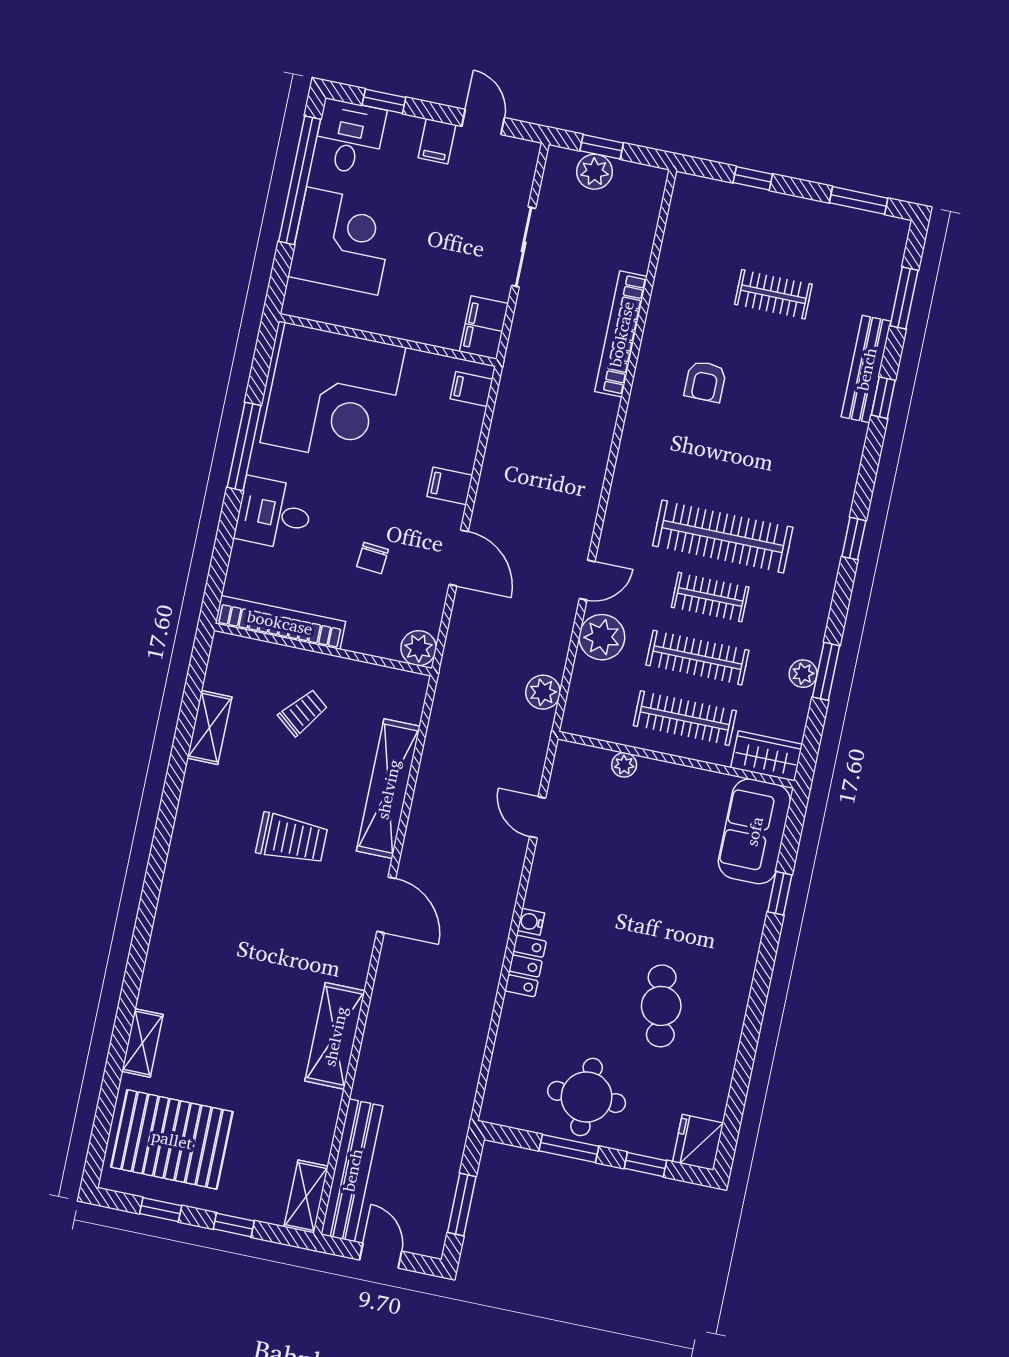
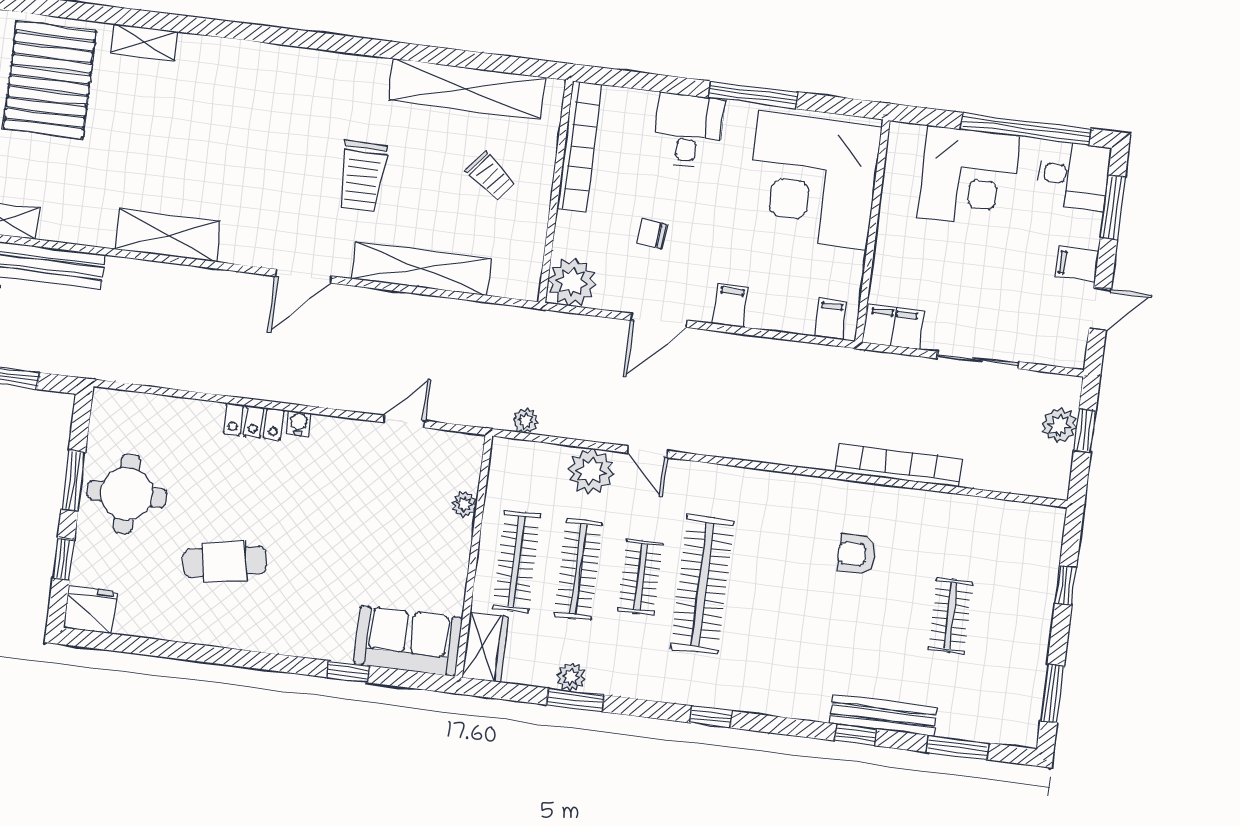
window: (384, 101) -> (1113, 207), width x1.50
plant: (419, 648) -> (572, 282), width x1.36, depth x1.36
plant: (543, 692) -> (526, 421), width x0.73, depth x0.73
shelving: (209, 728) -> (467, 89), width x2.20, depth x1.33

